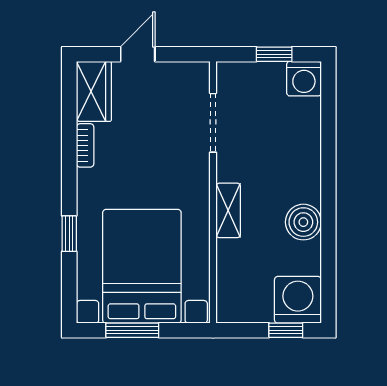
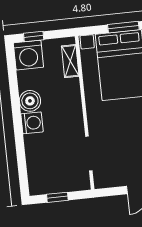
washing machine: (304, 79) -> (32, 123), moved, turned 90
shelving: (228, 210) -> (70, 61), moved

